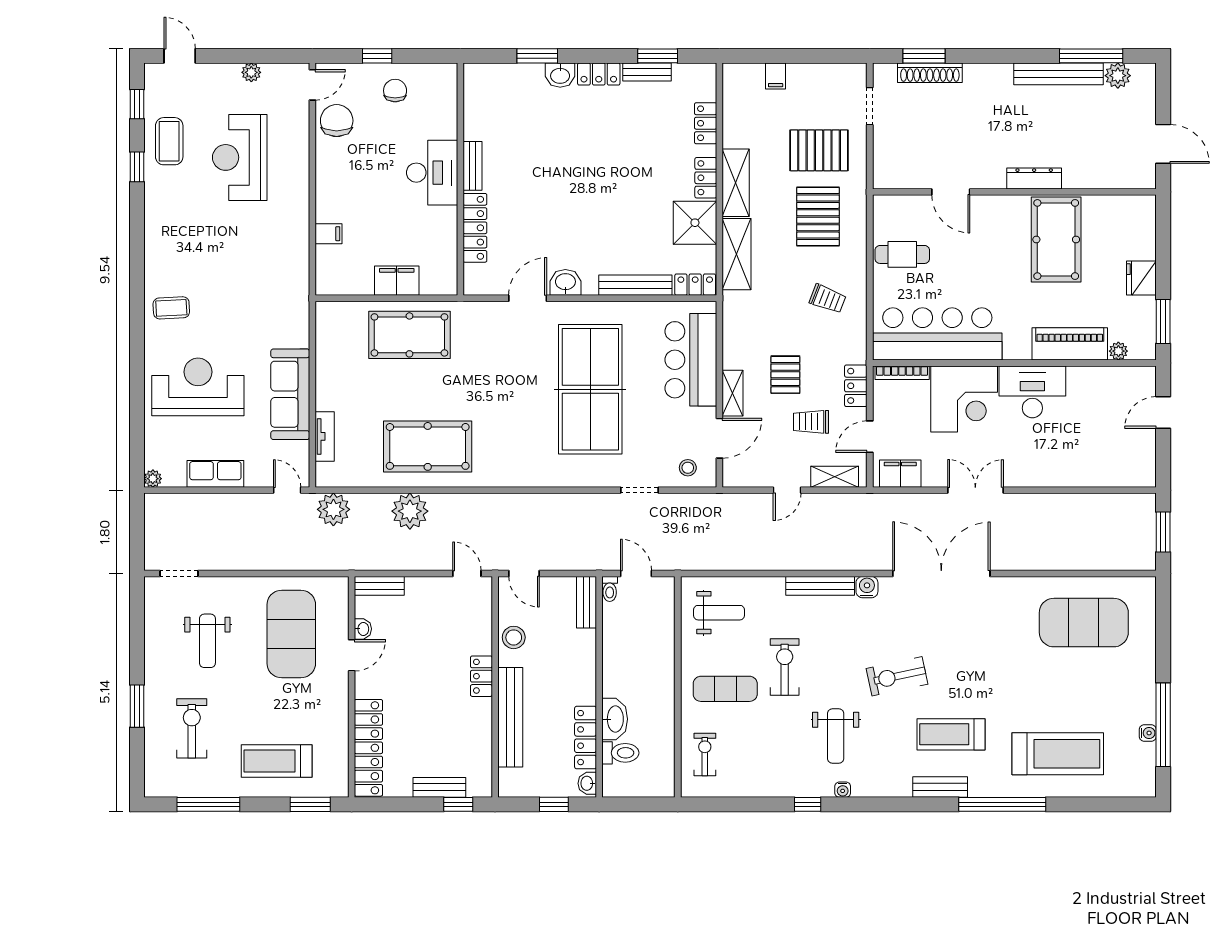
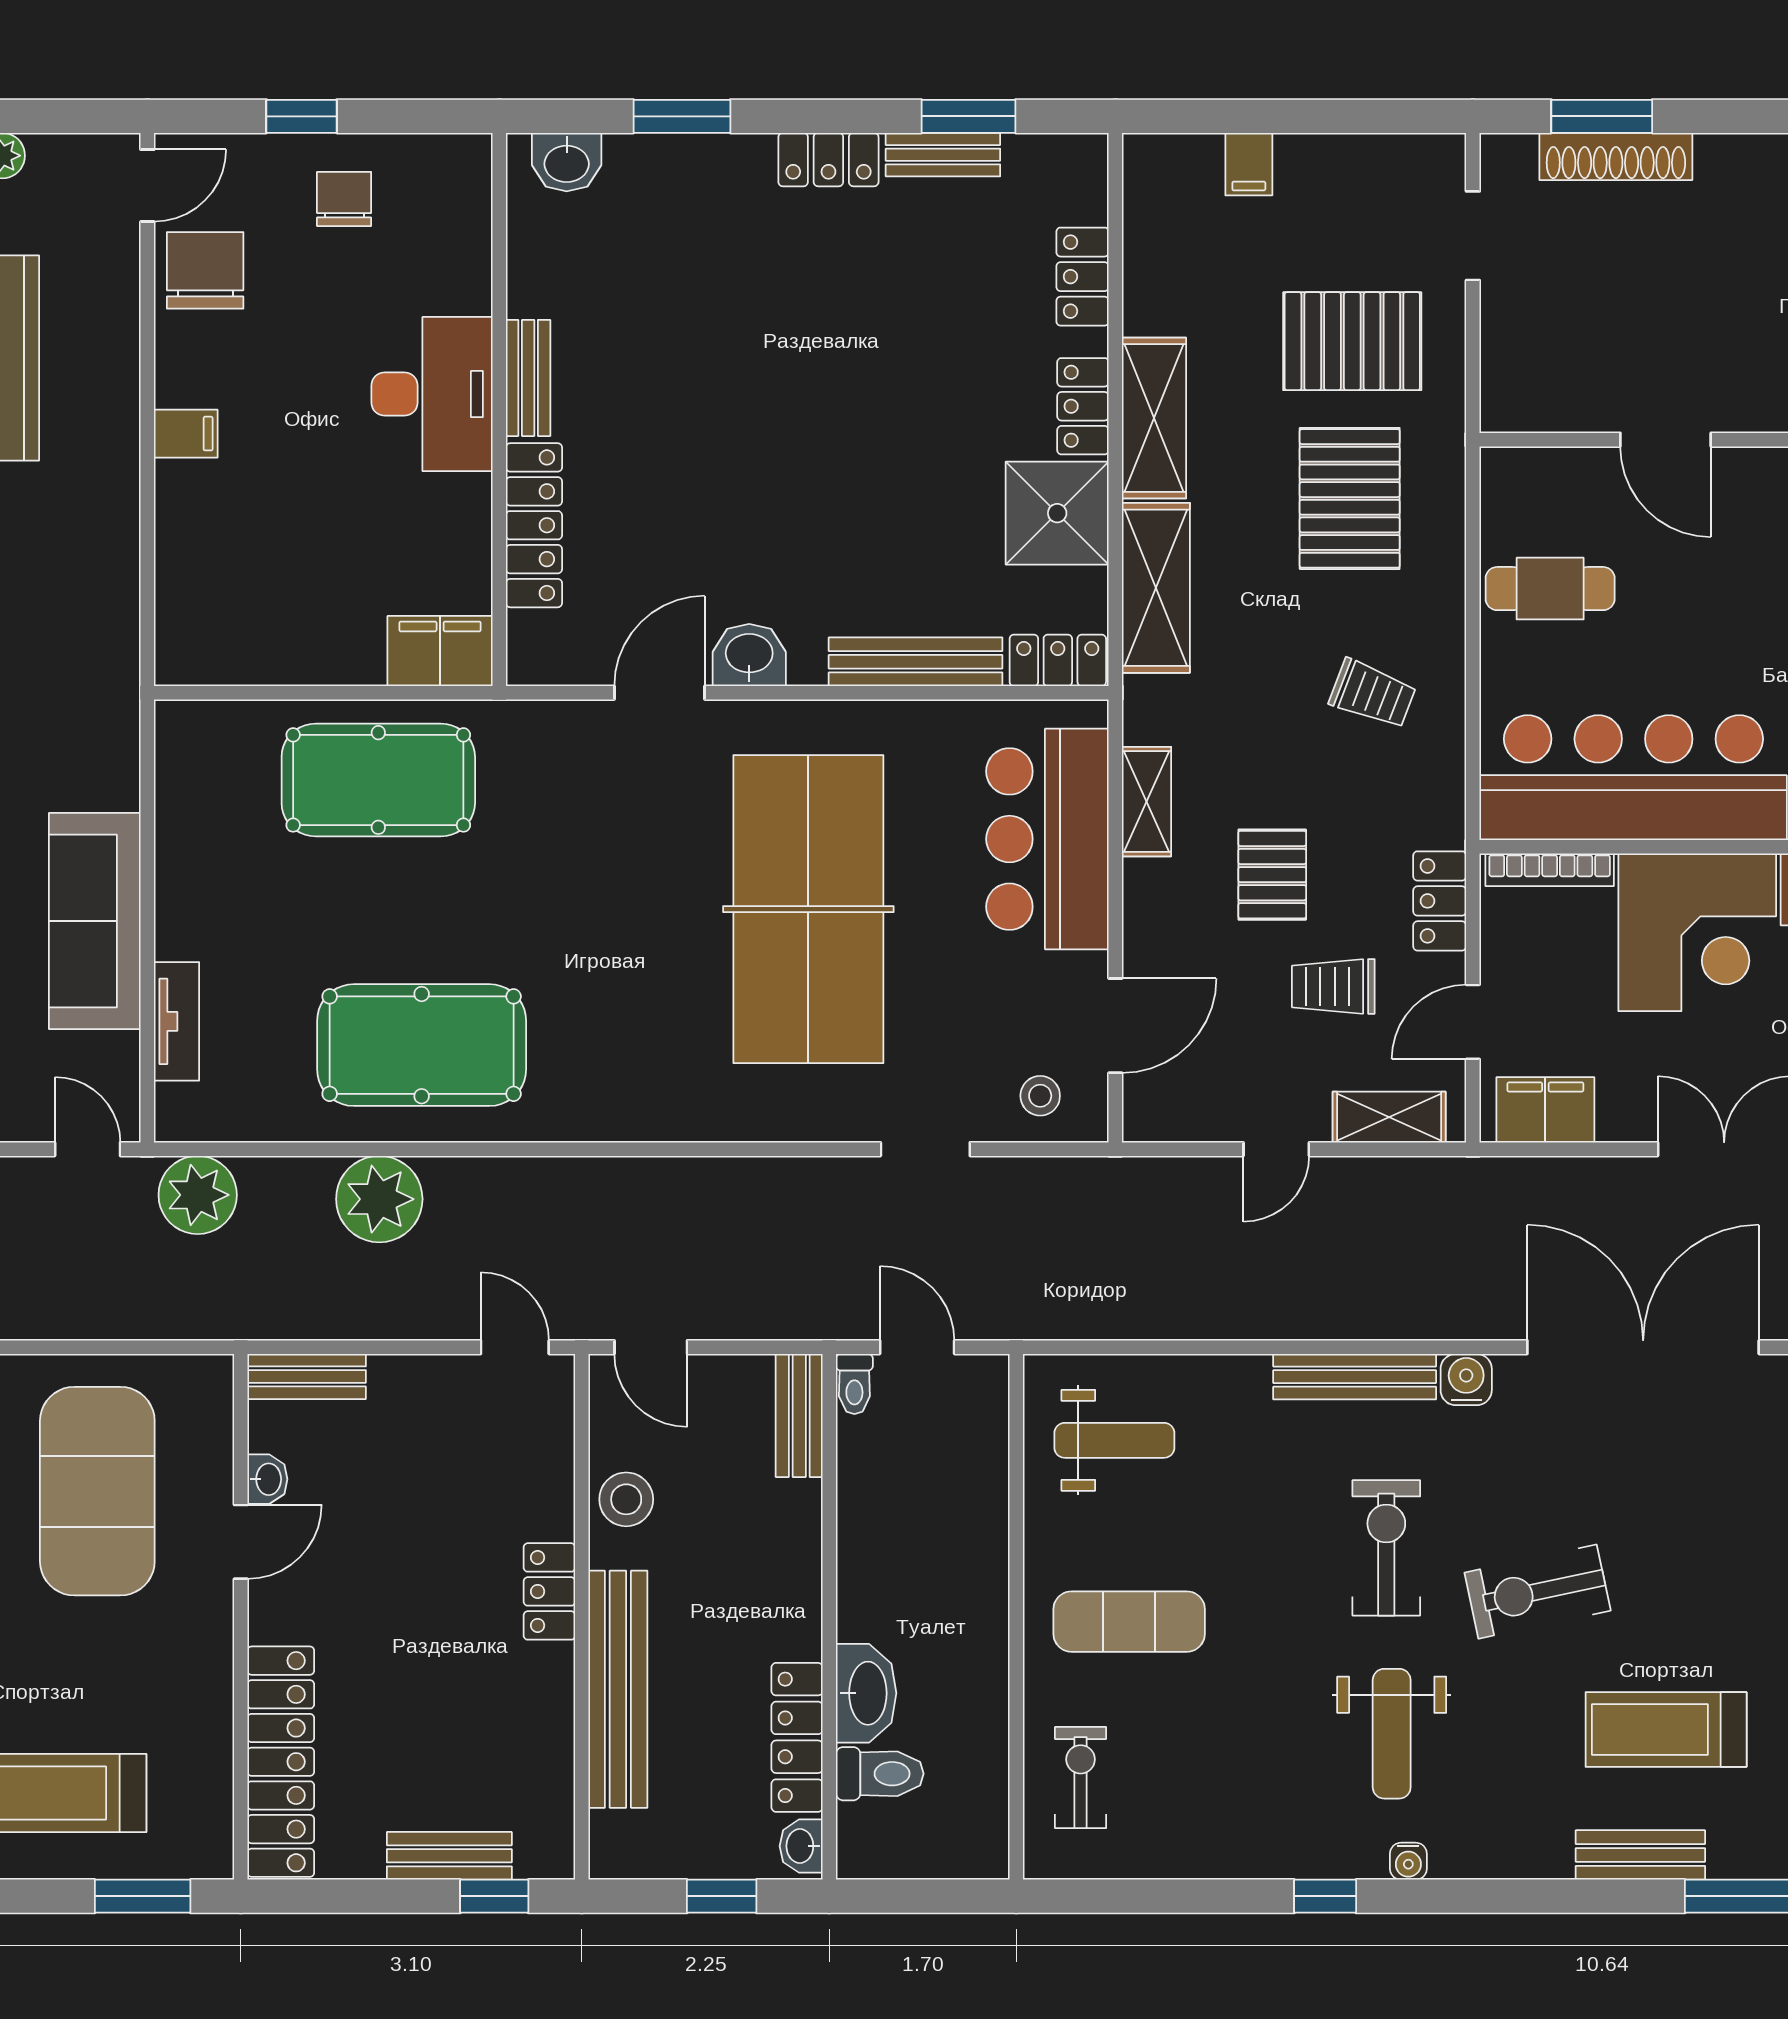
washbasin: (560, 75) -> (567, 162), moved
filing cabinet: (328, 234) -> (186, 434), moved
filing cabinet: (397, 281) -> (440, 651), moved
shelving: (733, 393) -> (1147, 802), moved
exercise bike: (785, 667) -> (1386, 1548), moved

